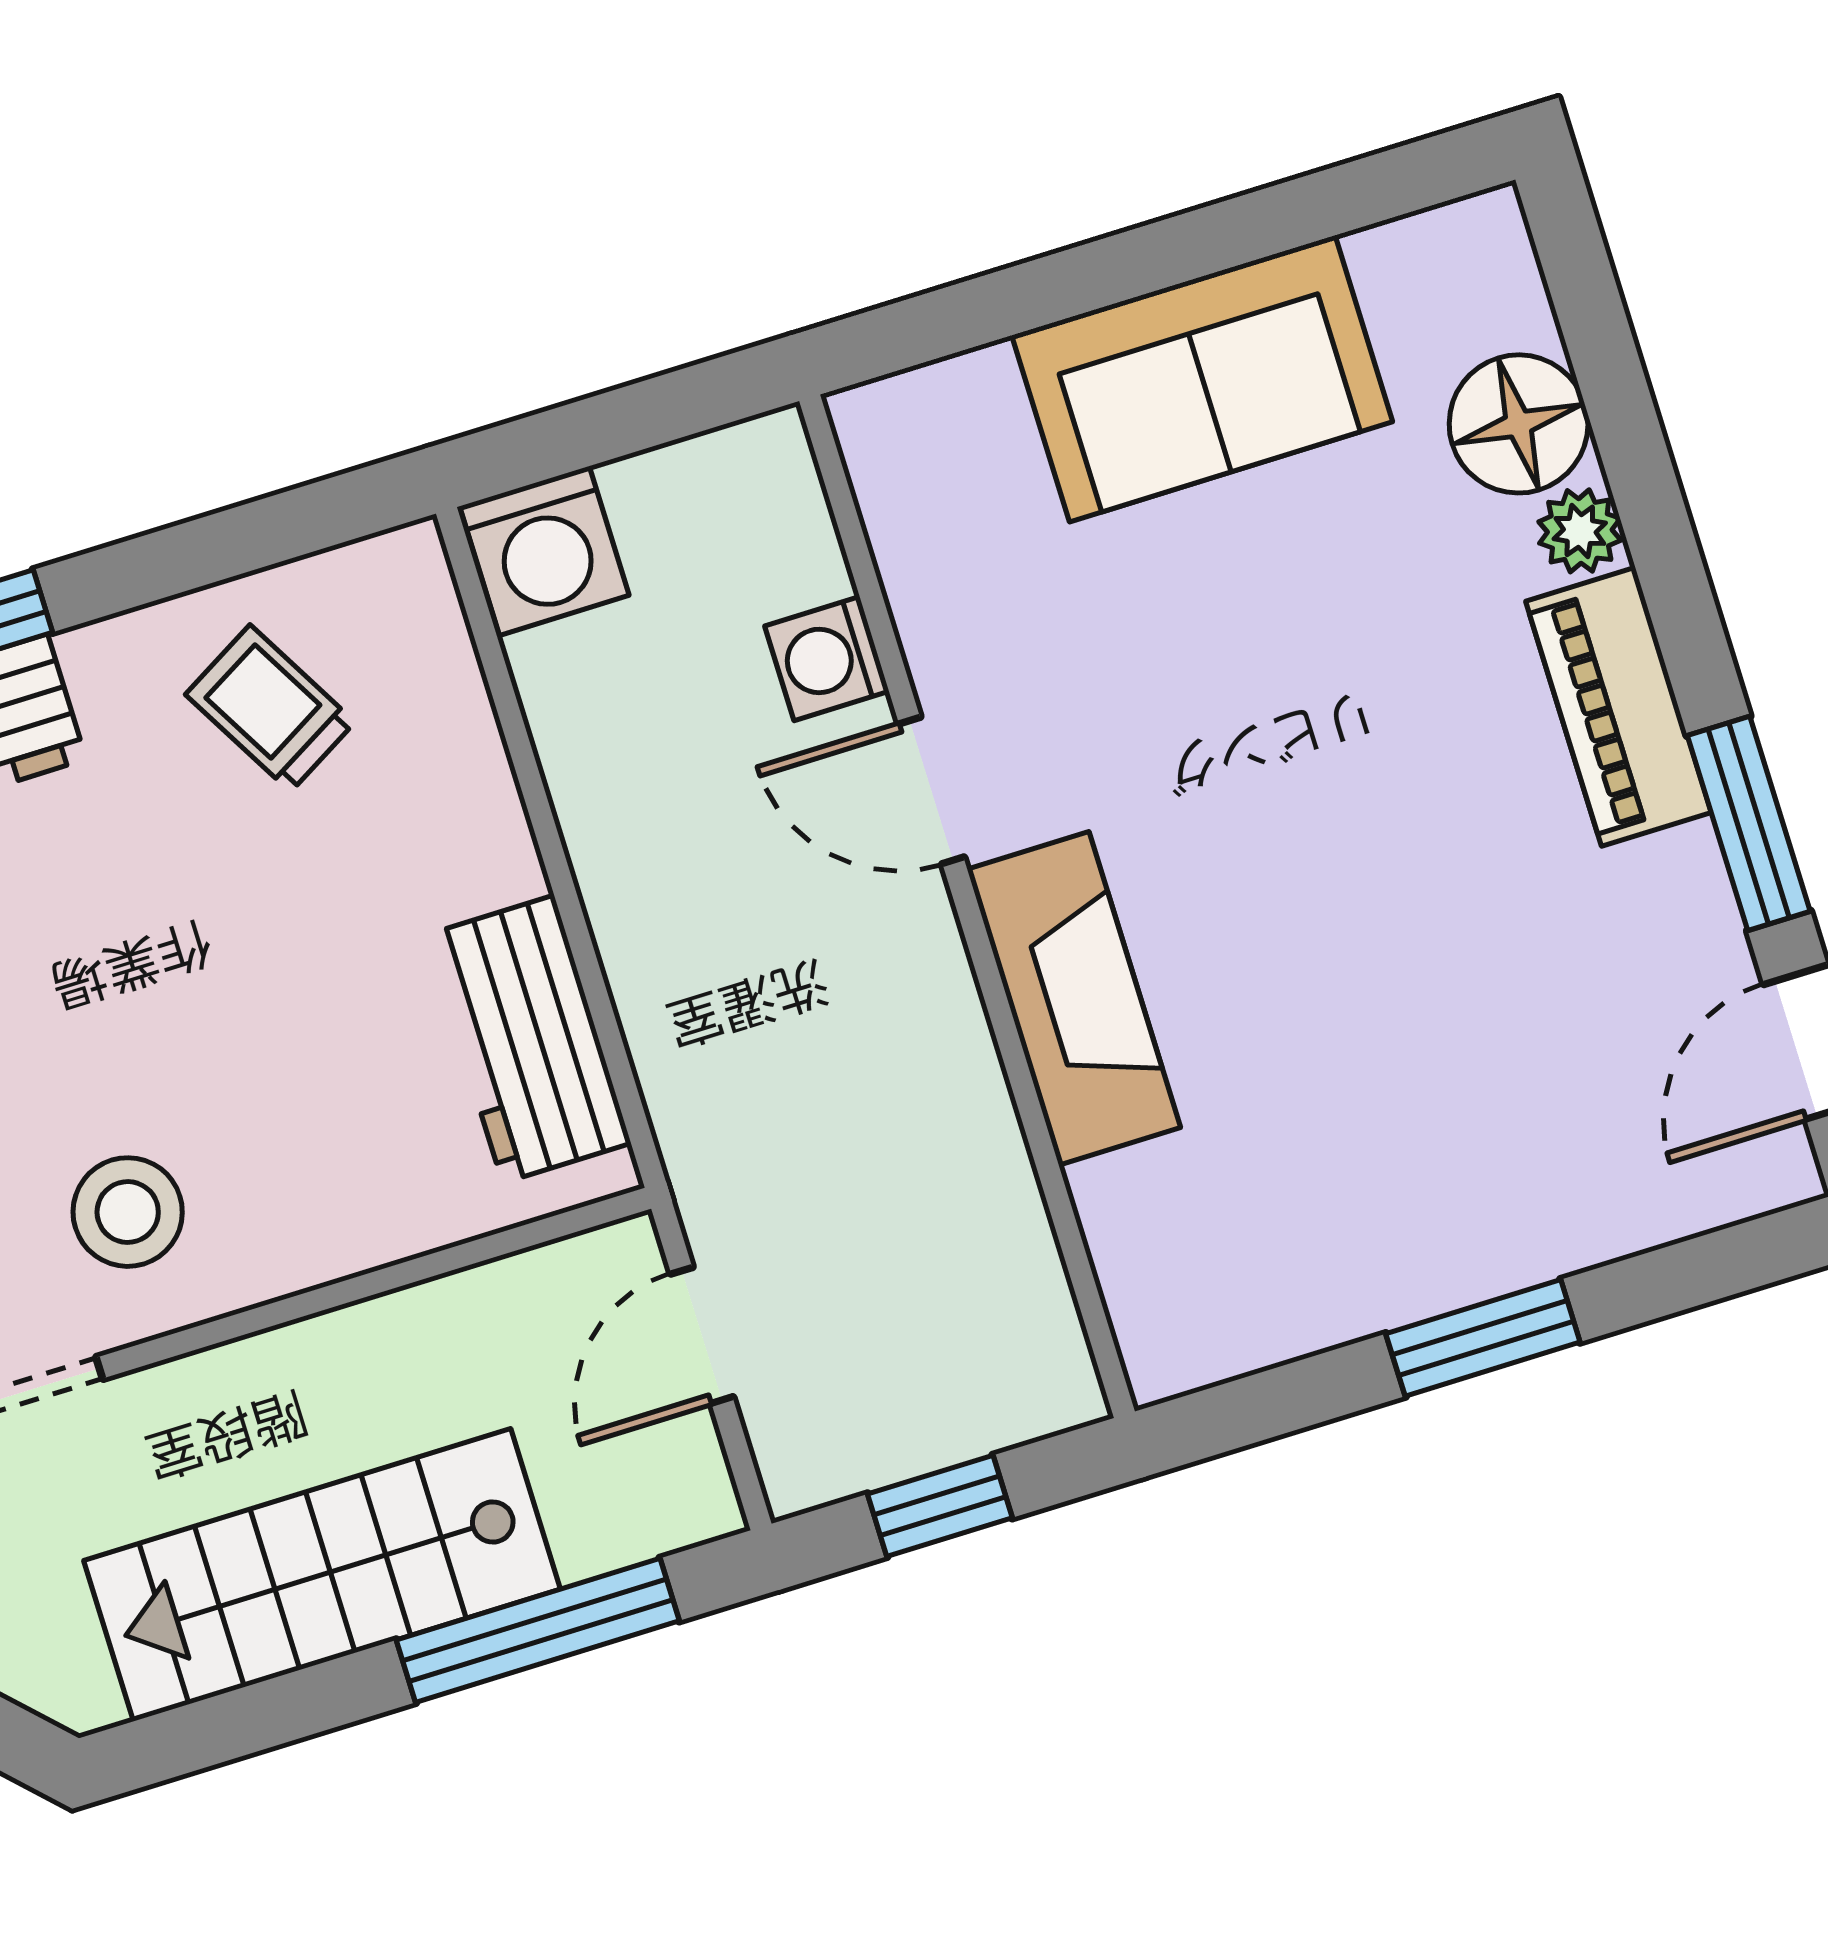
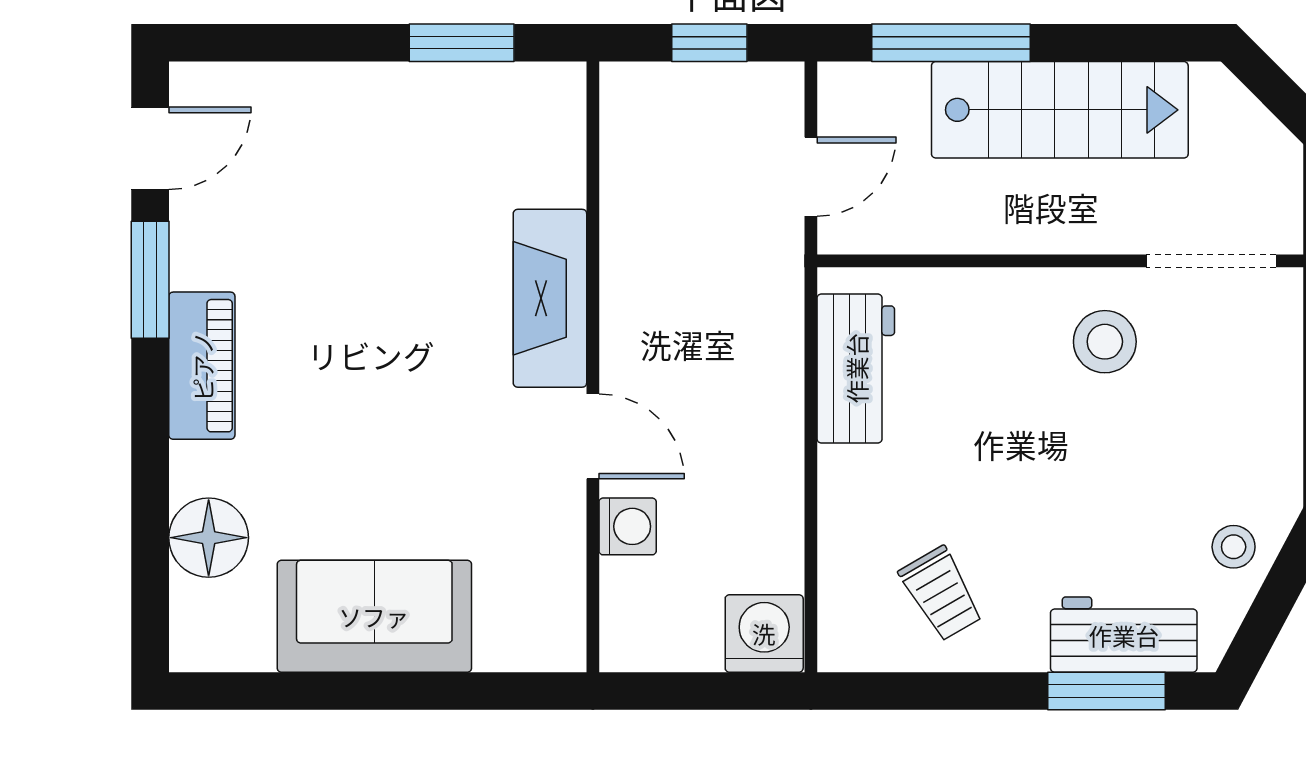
plant: (1580, 531) -> (193, 469), removed
window: (1483, 1338) -> (462, 43), moved

